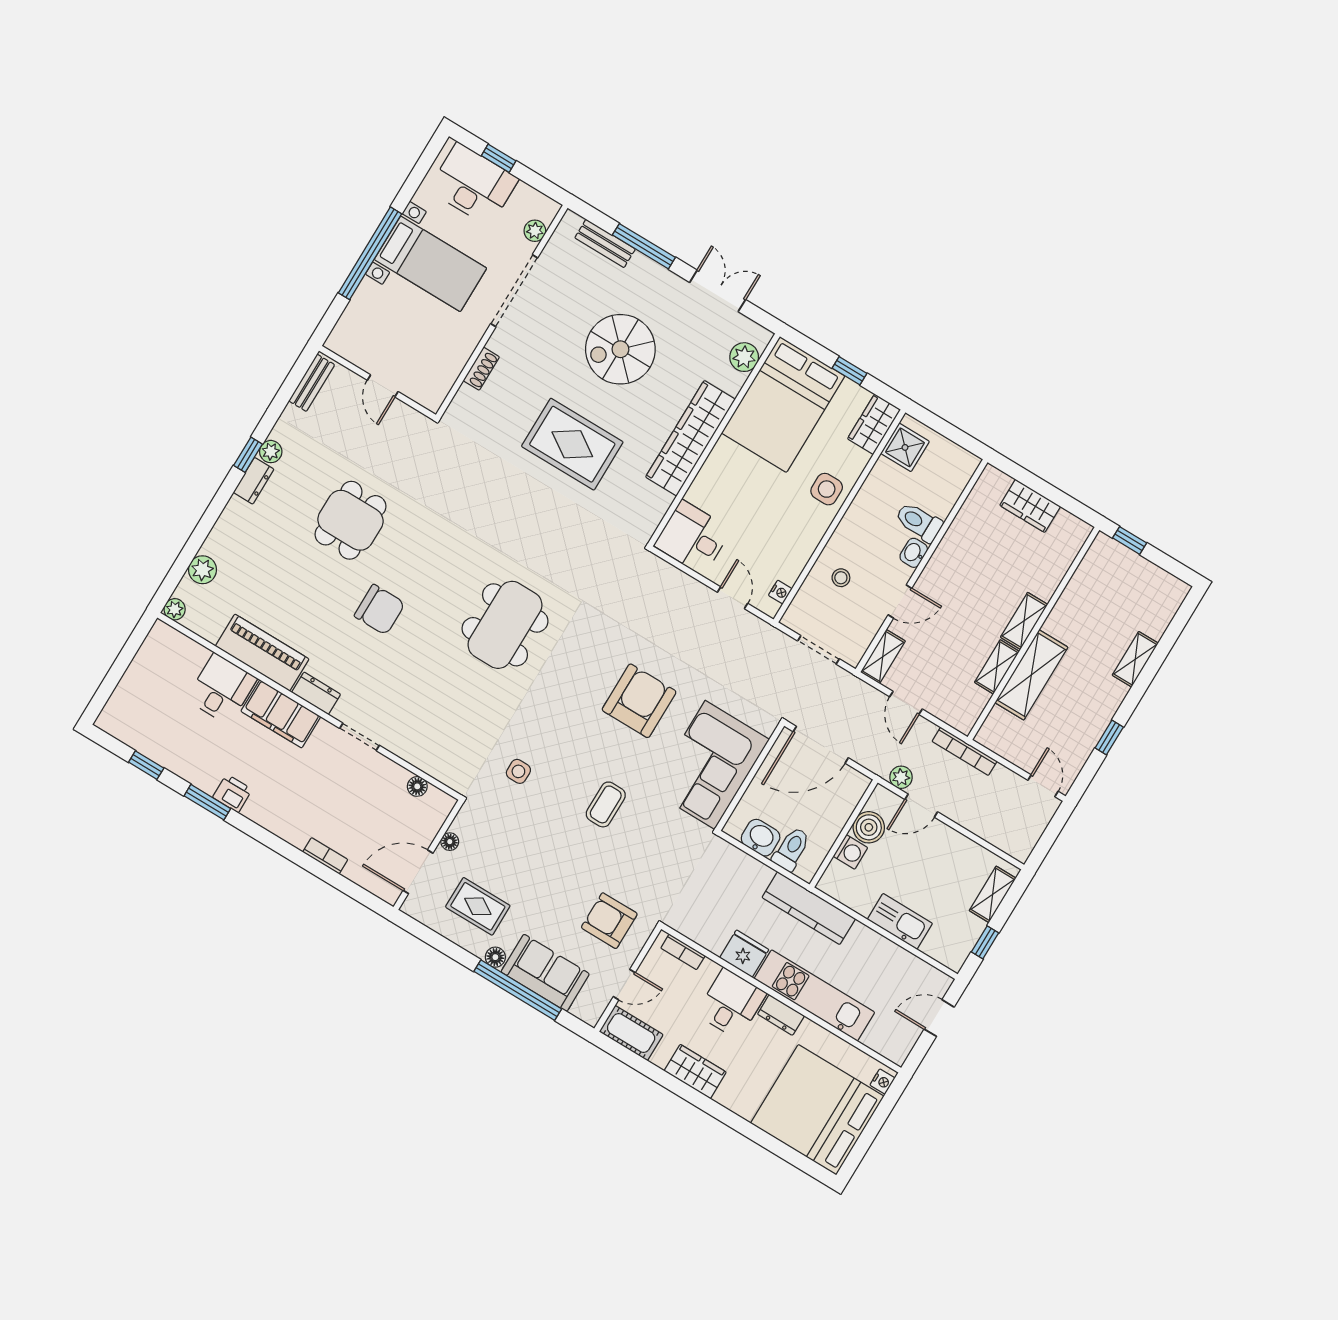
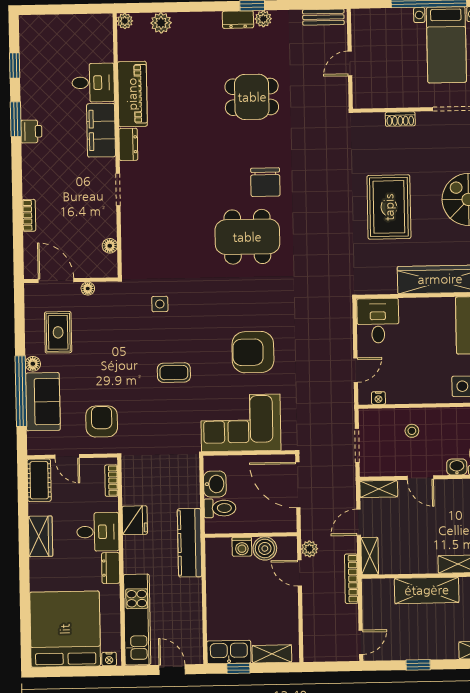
chair: (380, 610) -> (265, 182), moved
shelving: (997, 667) -> (370, 556), moved, turned 90
armchair: (639, 701) -> (253, 352), turned 180
kitchen sink: (900, 921) -> (229, 652), moved, turned -90
kitchen unit: (814, 996) -> (137, 620), moved

